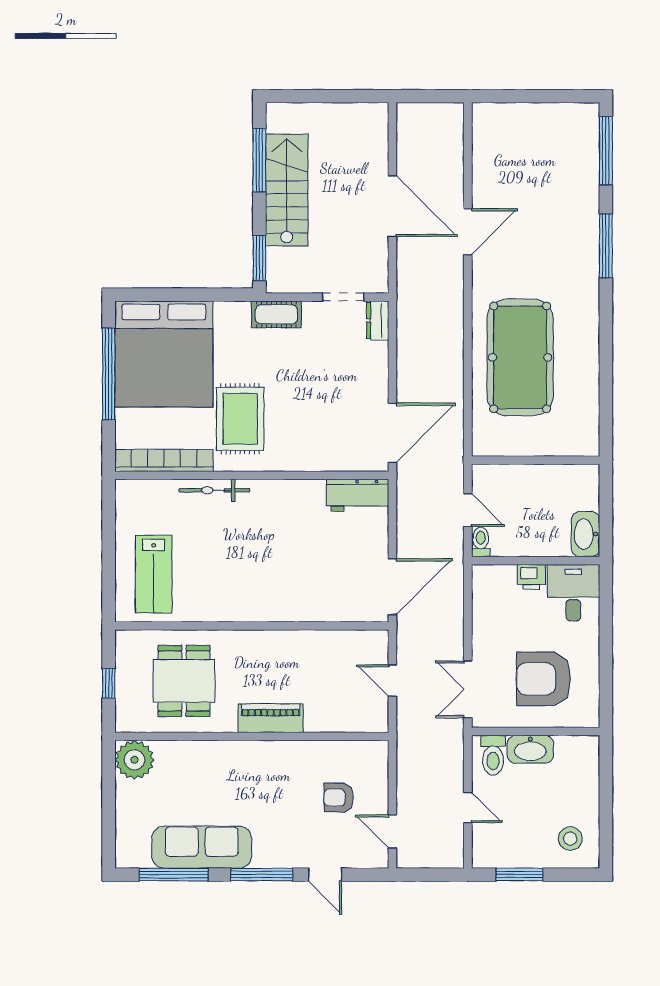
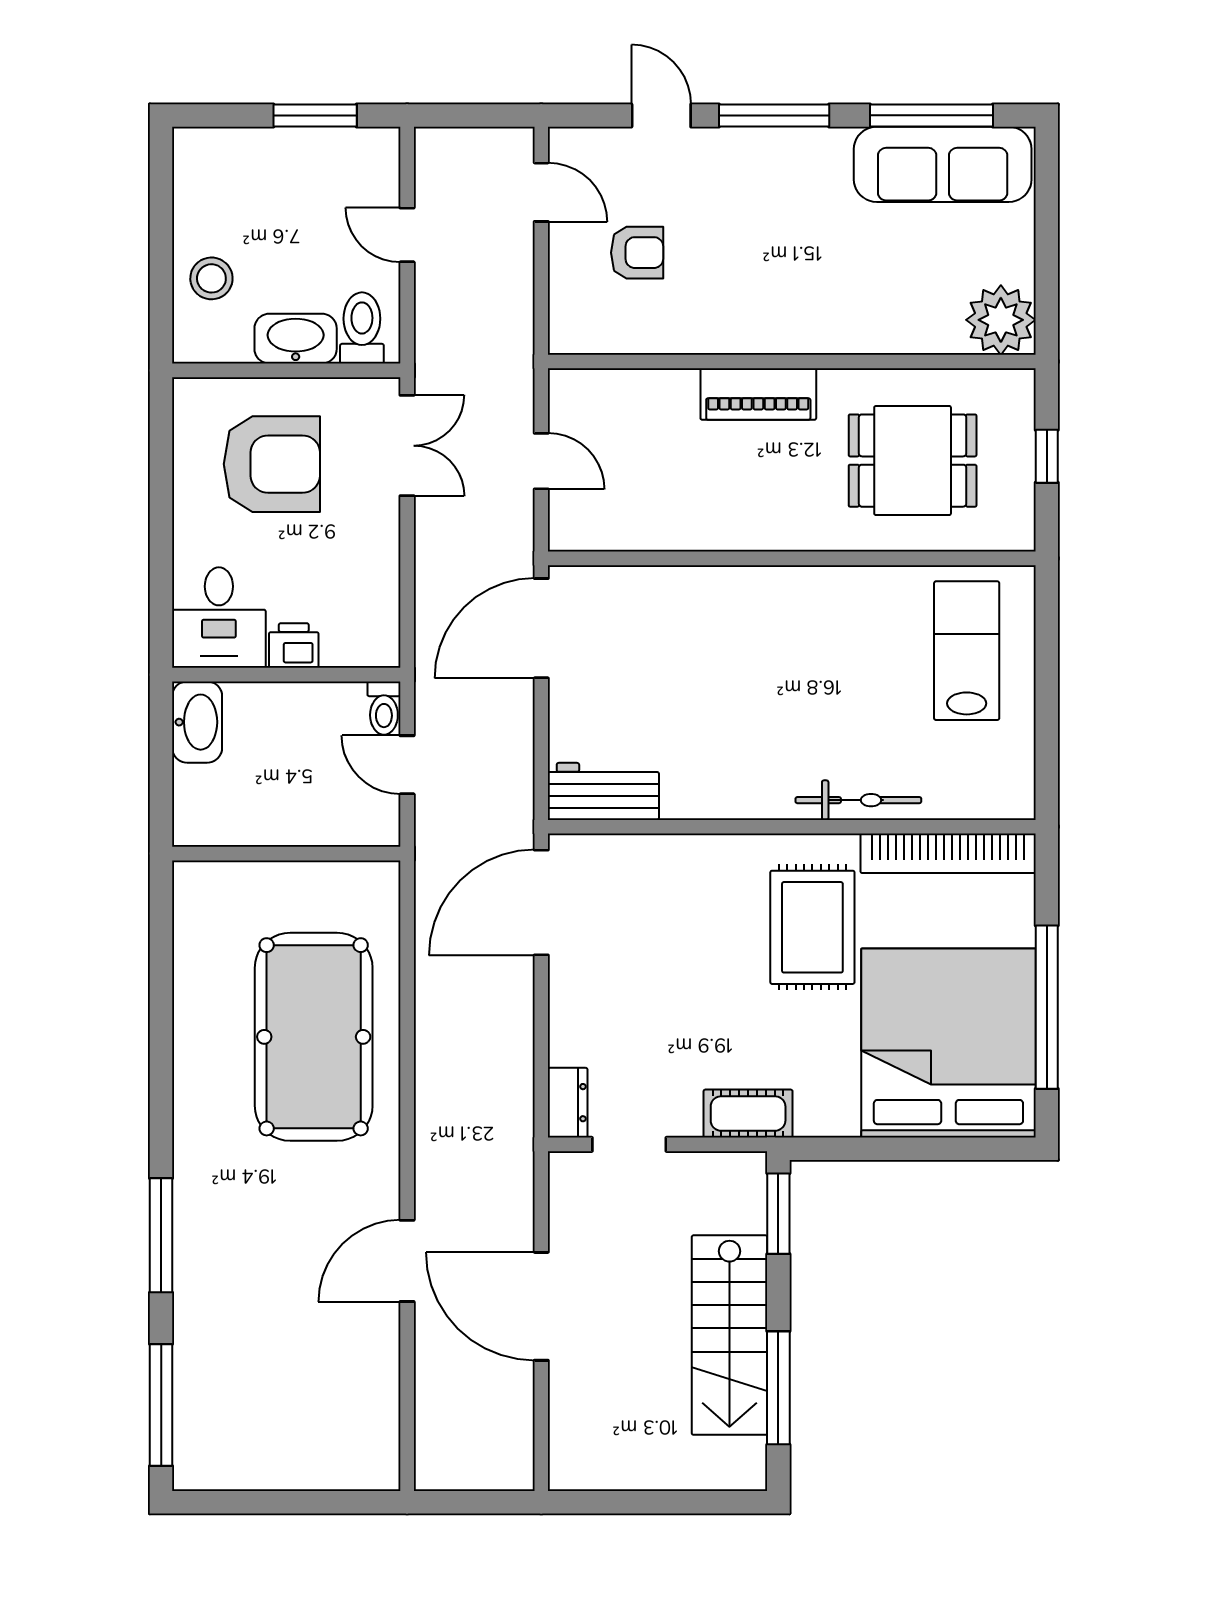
dining table: (184, 681) -> (913, 461), turned 90
stool: (570, 839) -> (211, 278), moved
sofa: (202, 847) -> (943, 164), moved

